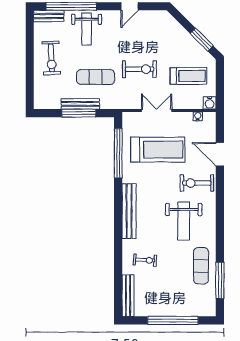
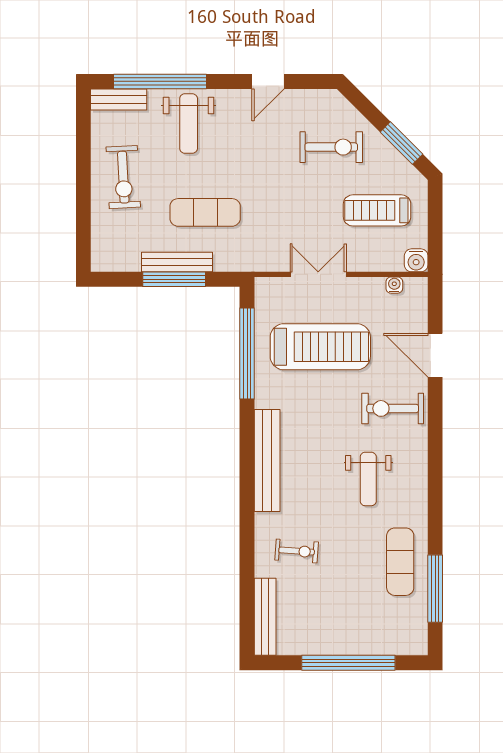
exercise bike: (140, 69) -> (331, 147), moved
treadmill: (188, 76) -> (377, 210), turned 180
weight bench: (184, 221) -> (368, 479), width x0.73, depth x0.75

